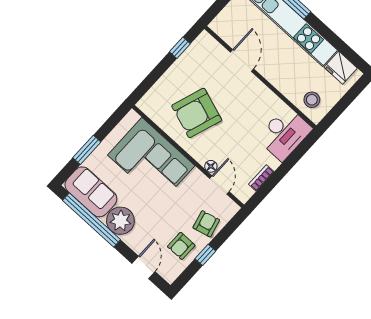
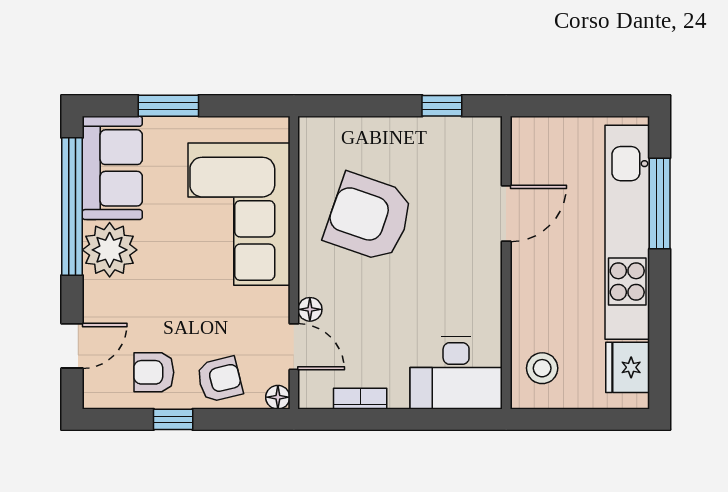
door: (219, 185) -> (294, 347), hinge flipped
floor lamp: (233, 208) -> (278, 397), added

